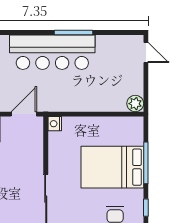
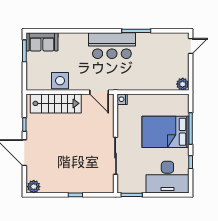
bar counter: (52, 52) -> (112, 46), width x0.73
door: (146, 53) -> (191, 46), hinge flipped
door: (24, 114) -> (99, 92), swing flipped

